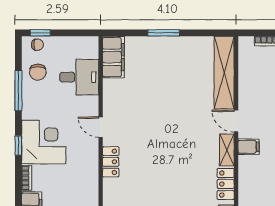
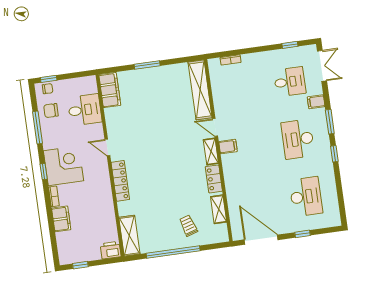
chair: (38, 72) -> (51, 111), turned 90
locker: (111, 162) -> (120, 181), width x1.53

